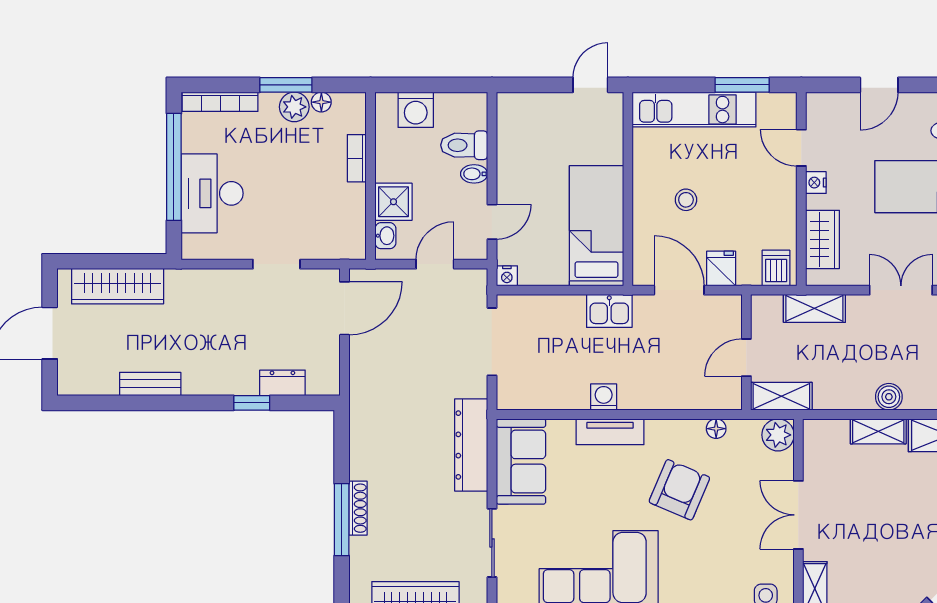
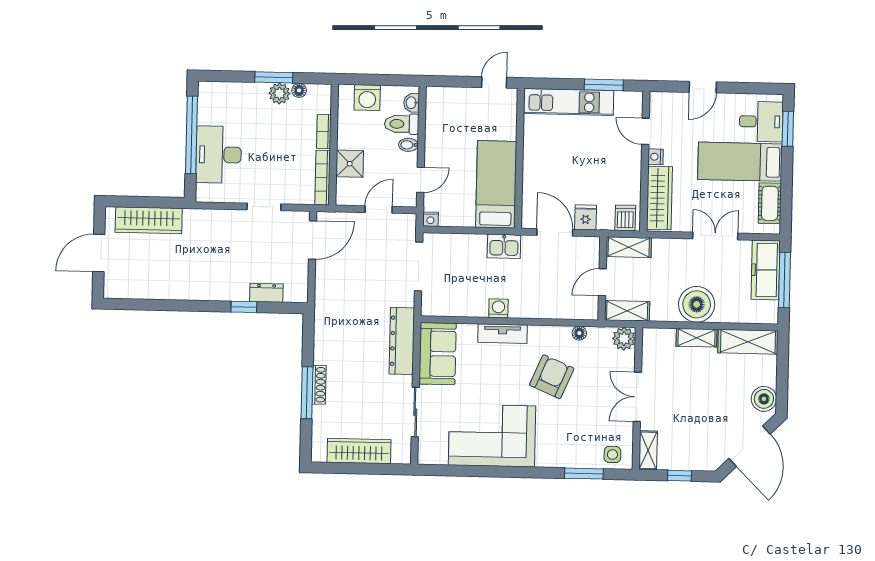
bookcase: (220, 102) -> (323, 178), moved, turned 90
stool: (686, 200) -> (561, 167), removed
washbasin: (385, 236) -> (412, 103), moved, turned 180
wardrobe: (823, 239) -> (659, 198), width x1.50
shelving: (814, 308) -> (629, 247), moved
bench: (150, 384) -> (171, 291), removed
boiler: (889, 397) -> (697, 304), width x1.86, depth x1.86

